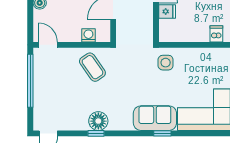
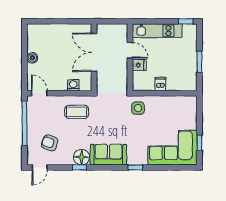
dishwasher: (216, 34) -> (160, 84), moved
coffee table: (92, 67) -> (77, 112), turned -55
armchair: (60, 104) -> (50, 143), added
sofa: (155, 118) -> (108, 155), moved

